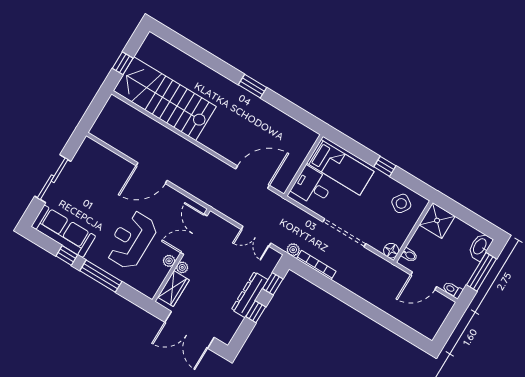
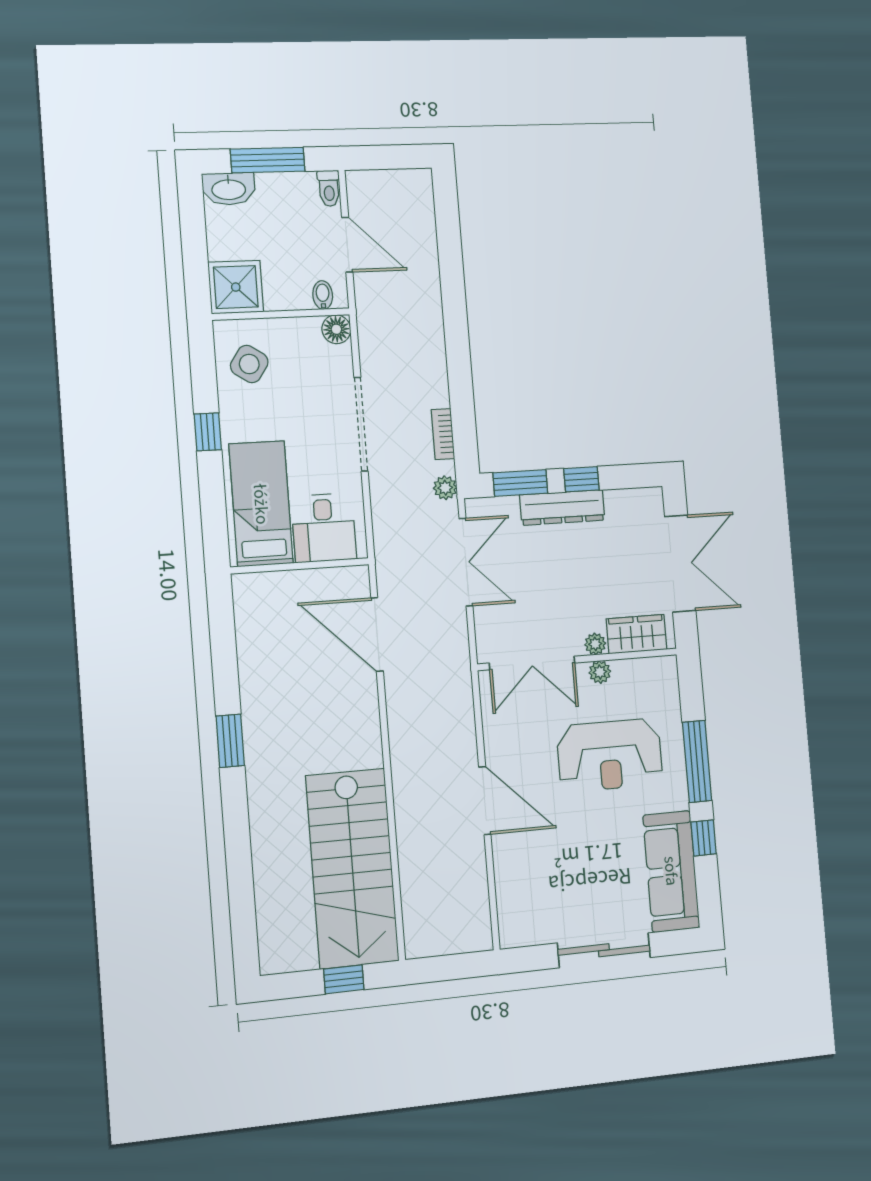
double door: (256, 236) -> (466, 562), width x1.37
bookcase: (316, 265) -> (443, 434), width x0.64
window: (273, 284) -> (520, 483), width x1.50

